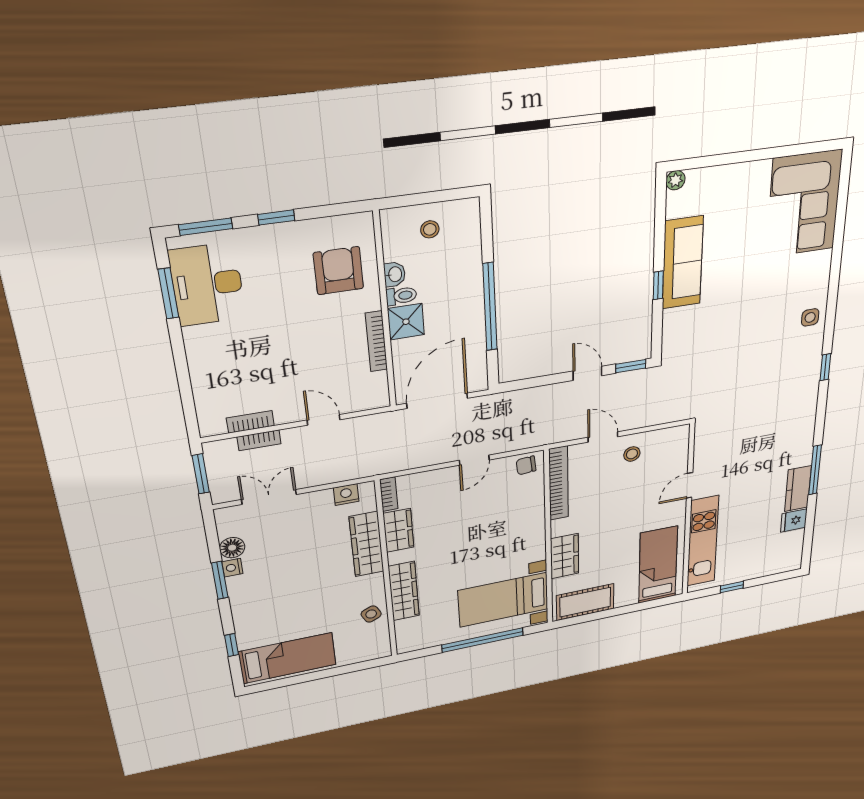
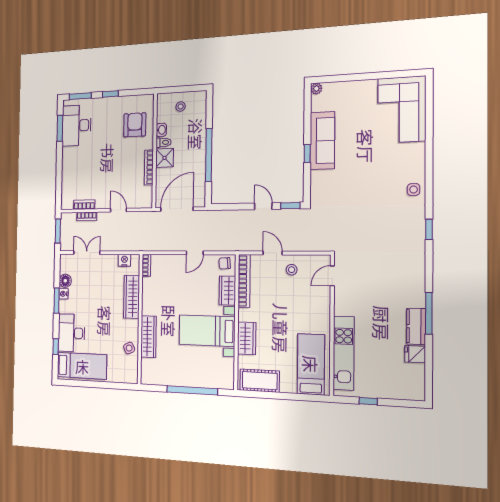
door: (690, 485) -> (332, 276), moved
wardrobe: (398, 530) -> (227, 291), moved, turned 180
bed with nightstands: (503, 600) -> (207, 331), moved
desk: (259, 619) -> (71, 333), added

